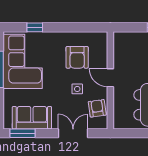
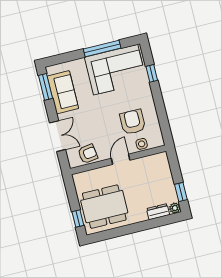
armchair: (77, 57) -> (133, 122), turned 90
side table: (77, 89) -> (142, 144), moved

